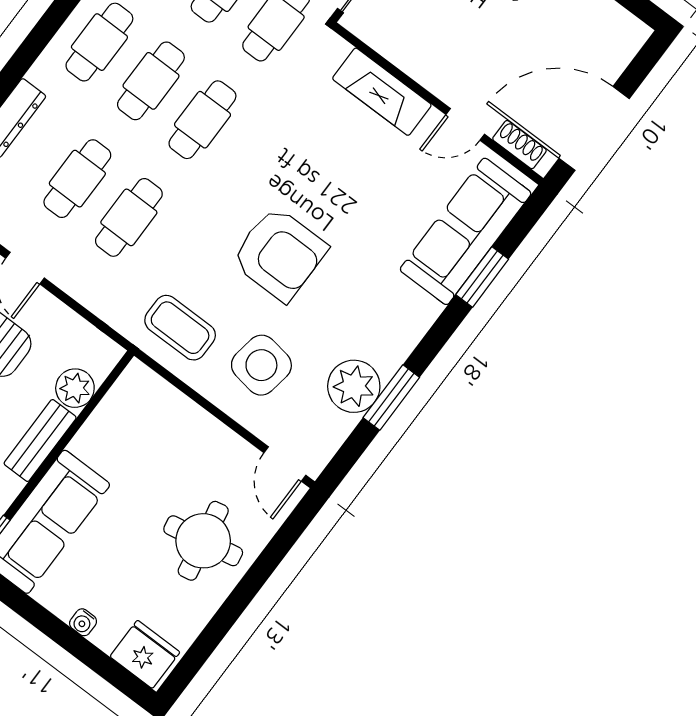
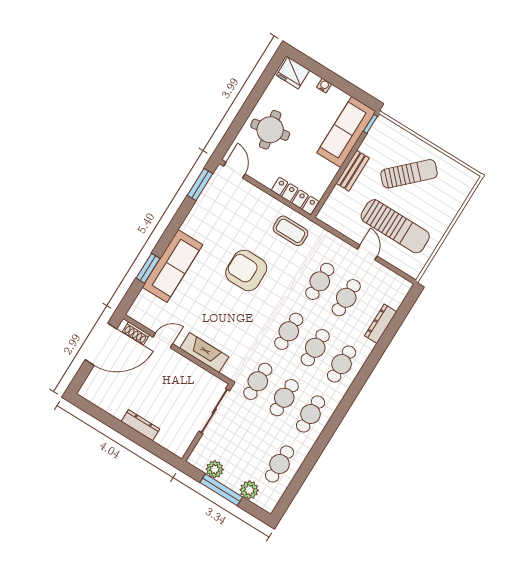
sofa: (466, 231) -> (173, 266), moved
side table: (261, 365) -> (250, 216), removed
plant: (354, 386) -> (205, 210), removed
plant: (75, 388) -> (338, 197), removed
window: (391, 397) -> (200, 184), moved
locker: (164, 399) -> (295, 196), added

